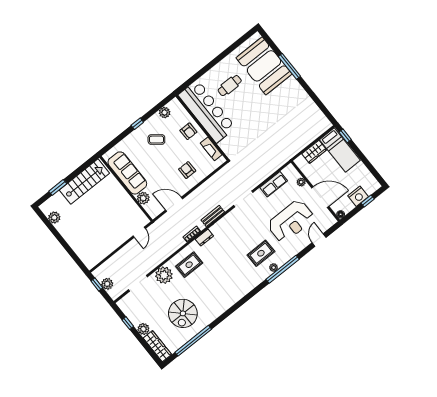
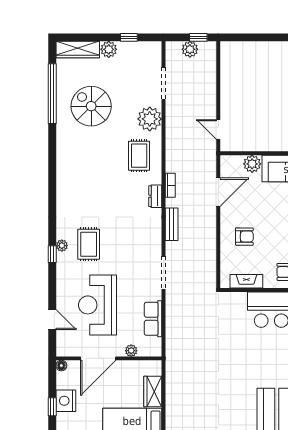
window: (283, 269) -> (52, 254), width x0.32

